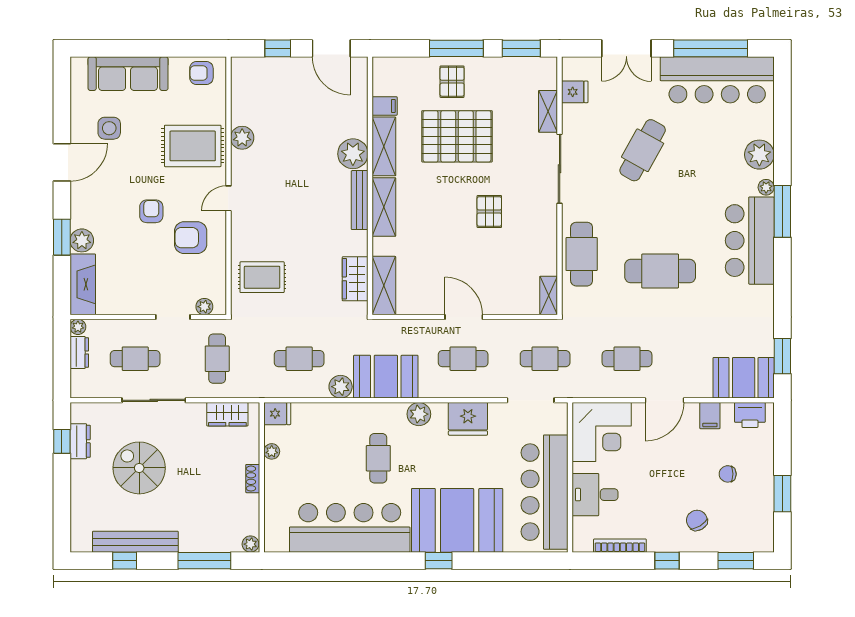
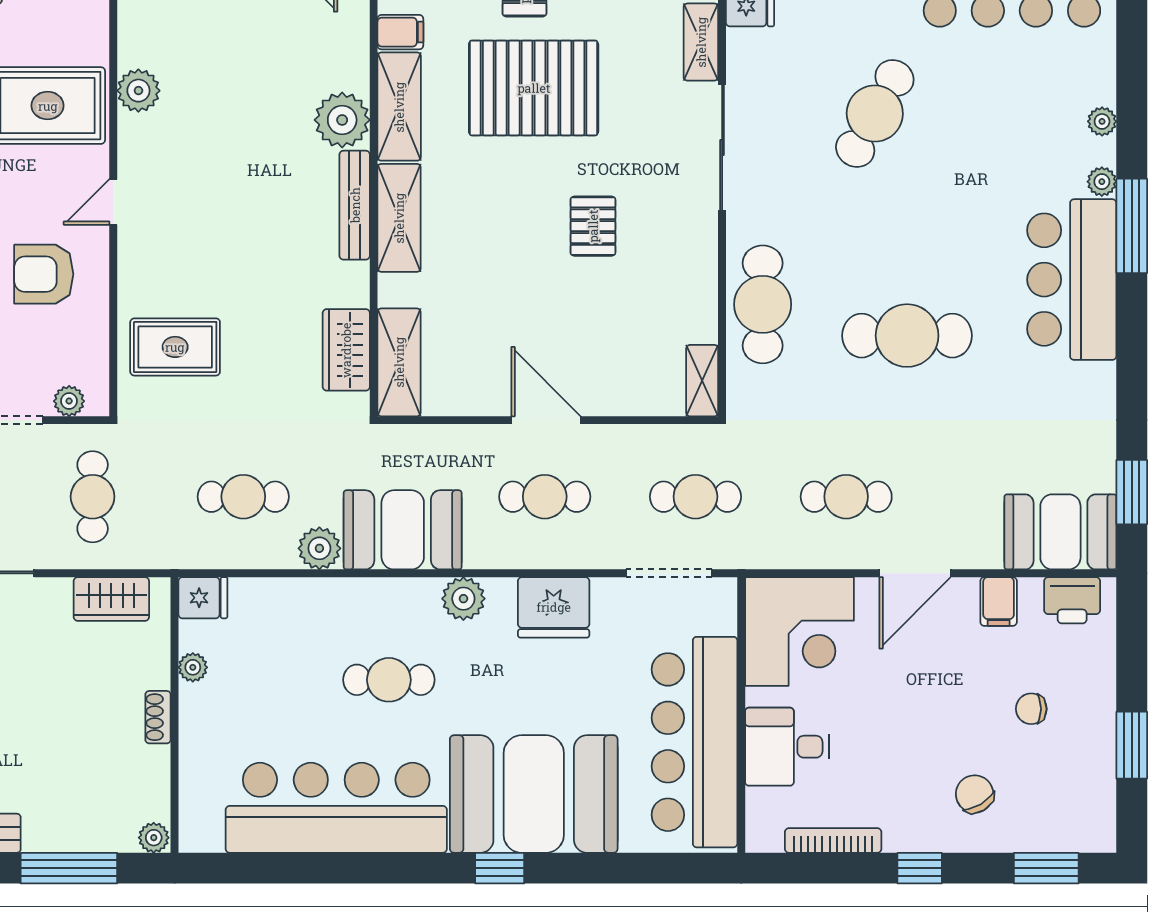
plant: (759, 155) -> (1102, 121), width x0.53, depth x0.53
cafe table: (378, 458) -> (389, 680), turned 90

